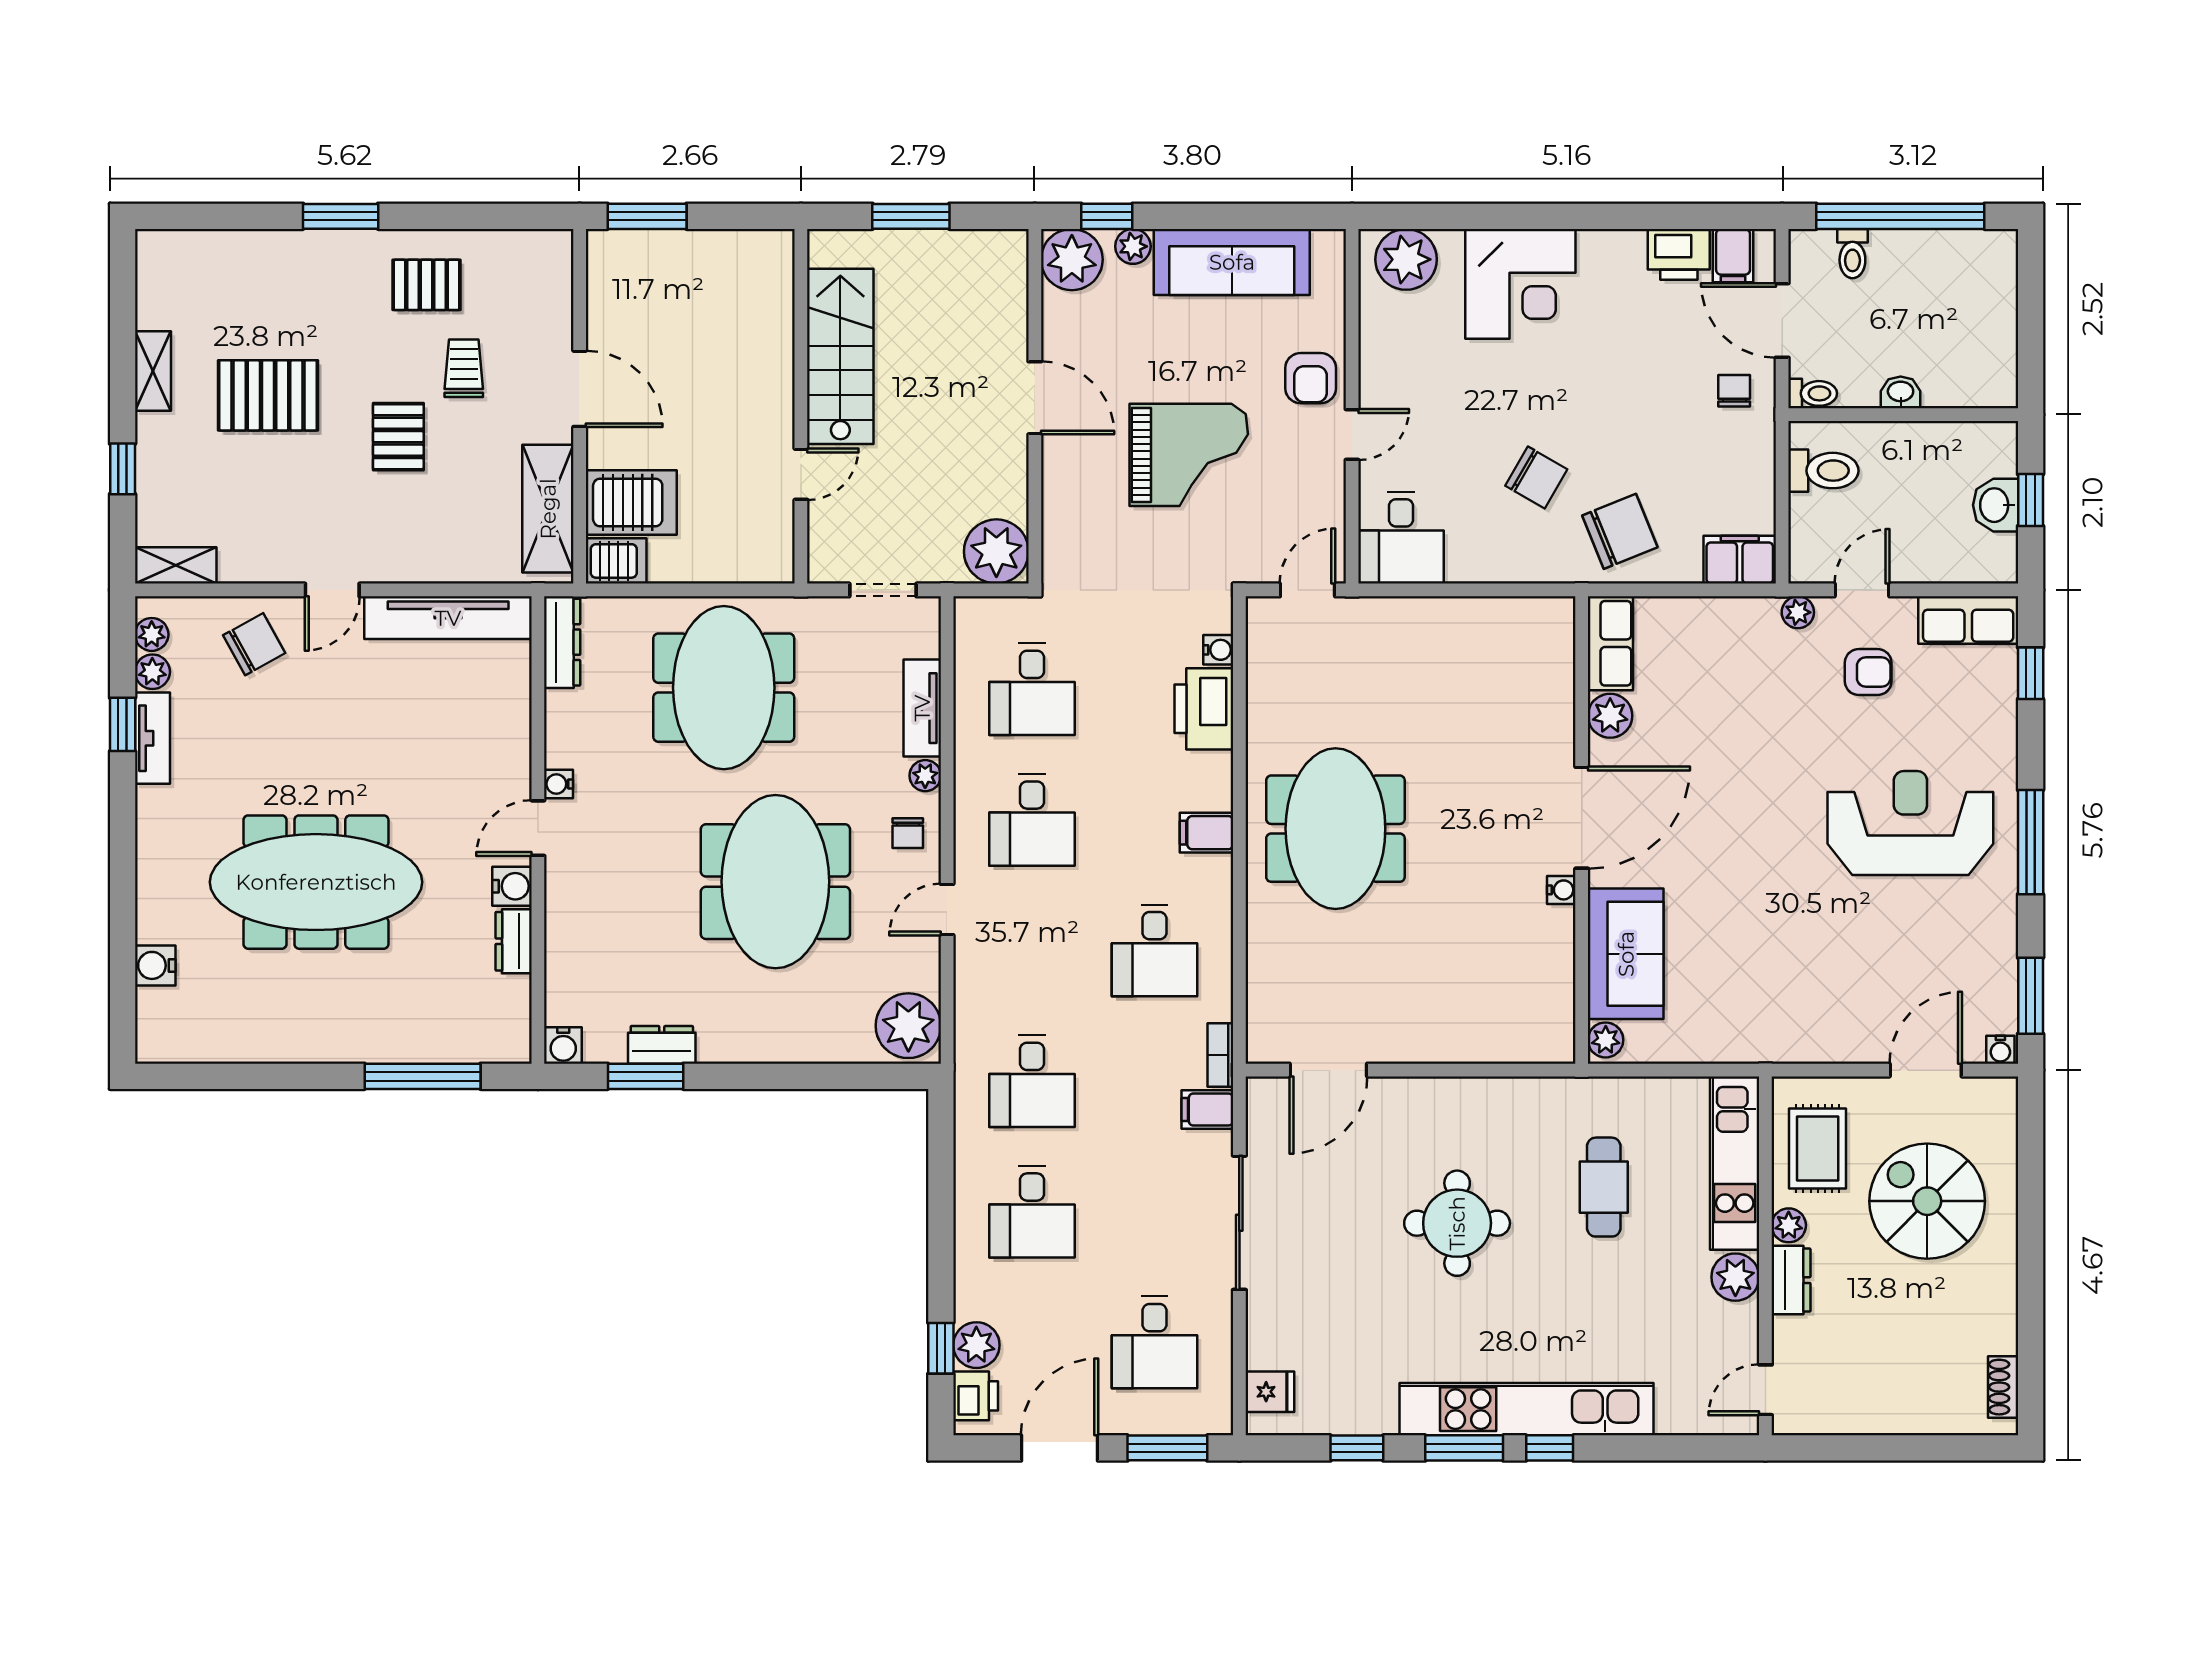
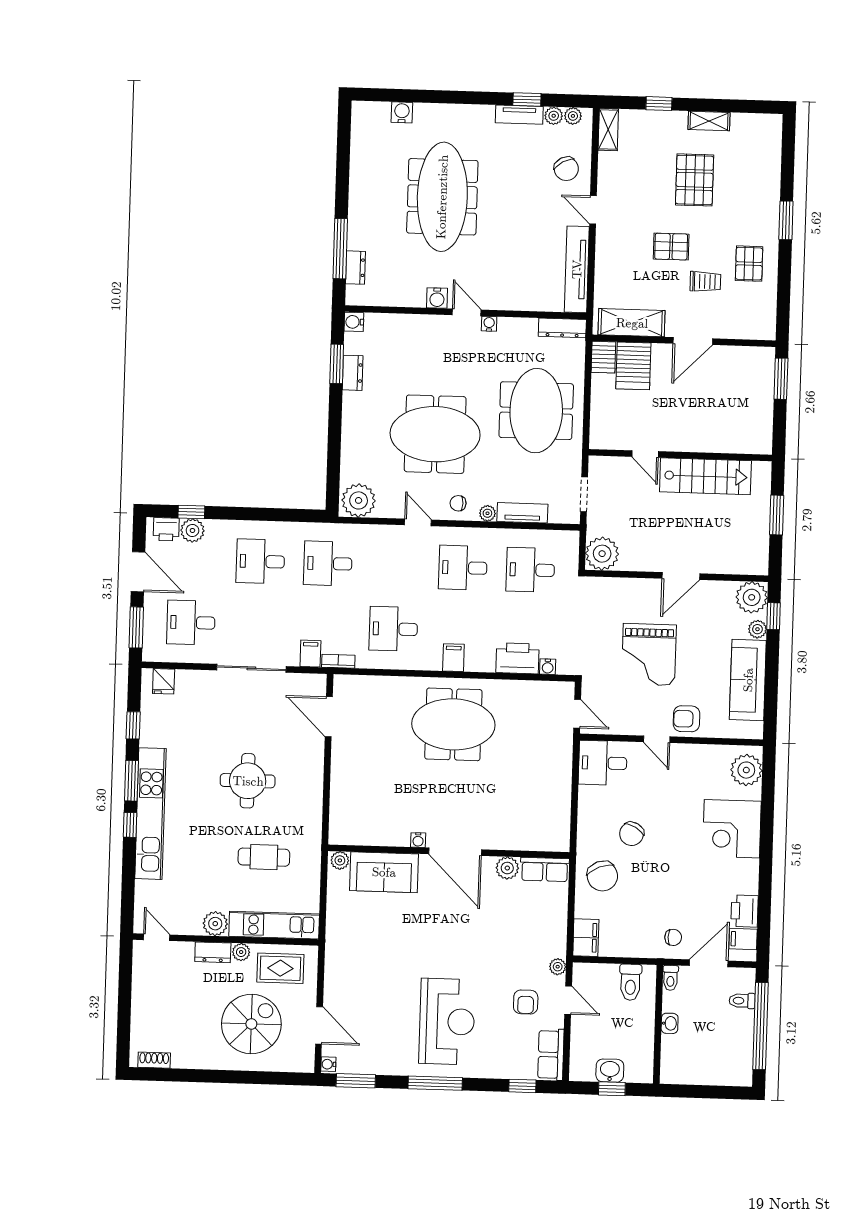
meeting table: (724, 688) -> (536, 411), turned 90
dresser: (514, 941) -> (355, 268), moved, turned 90

